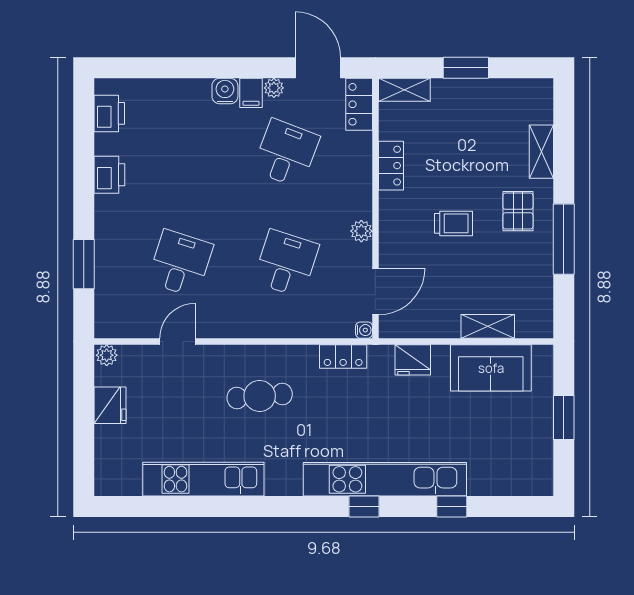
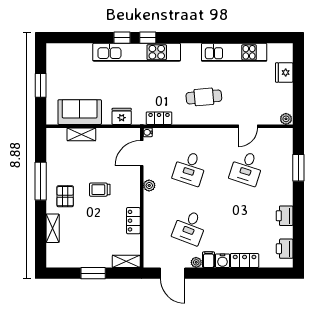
locker: (359, 104) -> (245, 261), moved, turned -90
fridge: (110, 405) -> (284, 73), moved
window: (452, 506) -> (122, 38), moved

